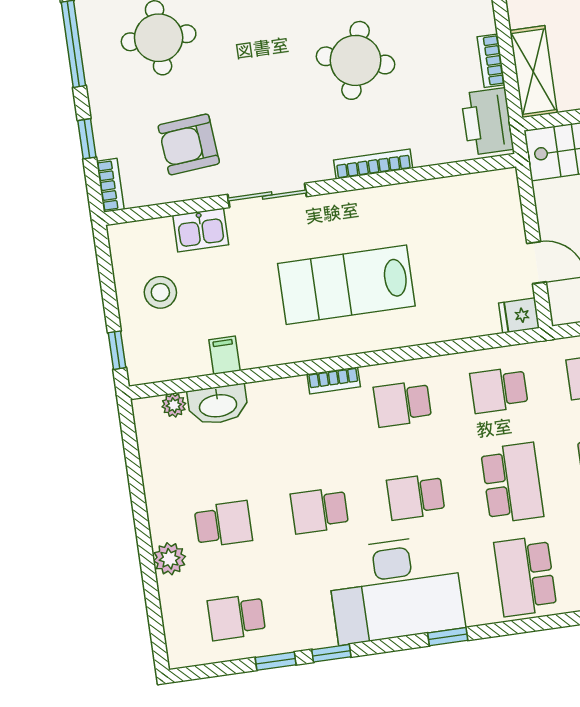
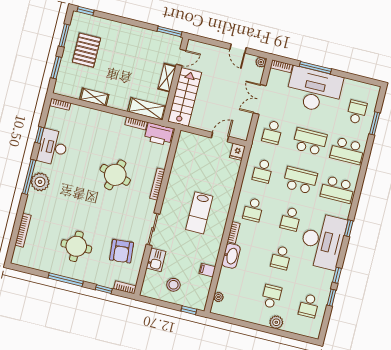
lab bench: (346, 285) -> (199, 213), width x0.73, depth x0.72
washbasin: (218, 405) -> (231, 256), moved

